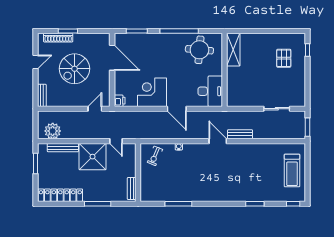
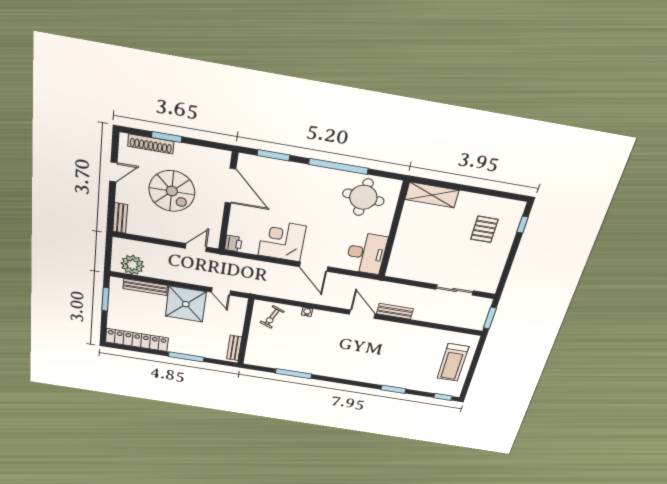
shelving: (233, 50) -> (432, 195), moved, turned 90
spiral stairs: (75, 69) -> (172, 191), turned -90

